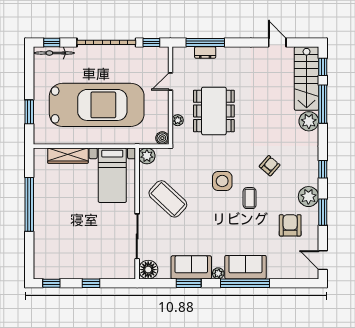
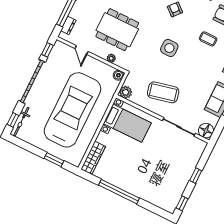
dresser: (205, 52) -> (68, 25), moved
wardrobe: (68, 156) -> (93, 158), moved
coffee table: (250, 198) -> (208, 39), moved
coffee table: (168, 199) -> (163, 92), turned 34

